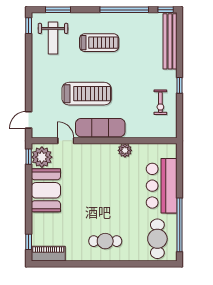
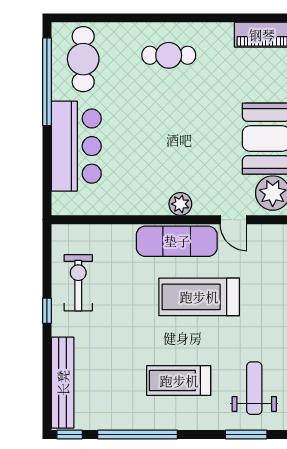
exercise bike: (160, 102) -> (78, 283), width x1.38, depth x1.39
plant: (125, 150) -> (180, 204), moved

